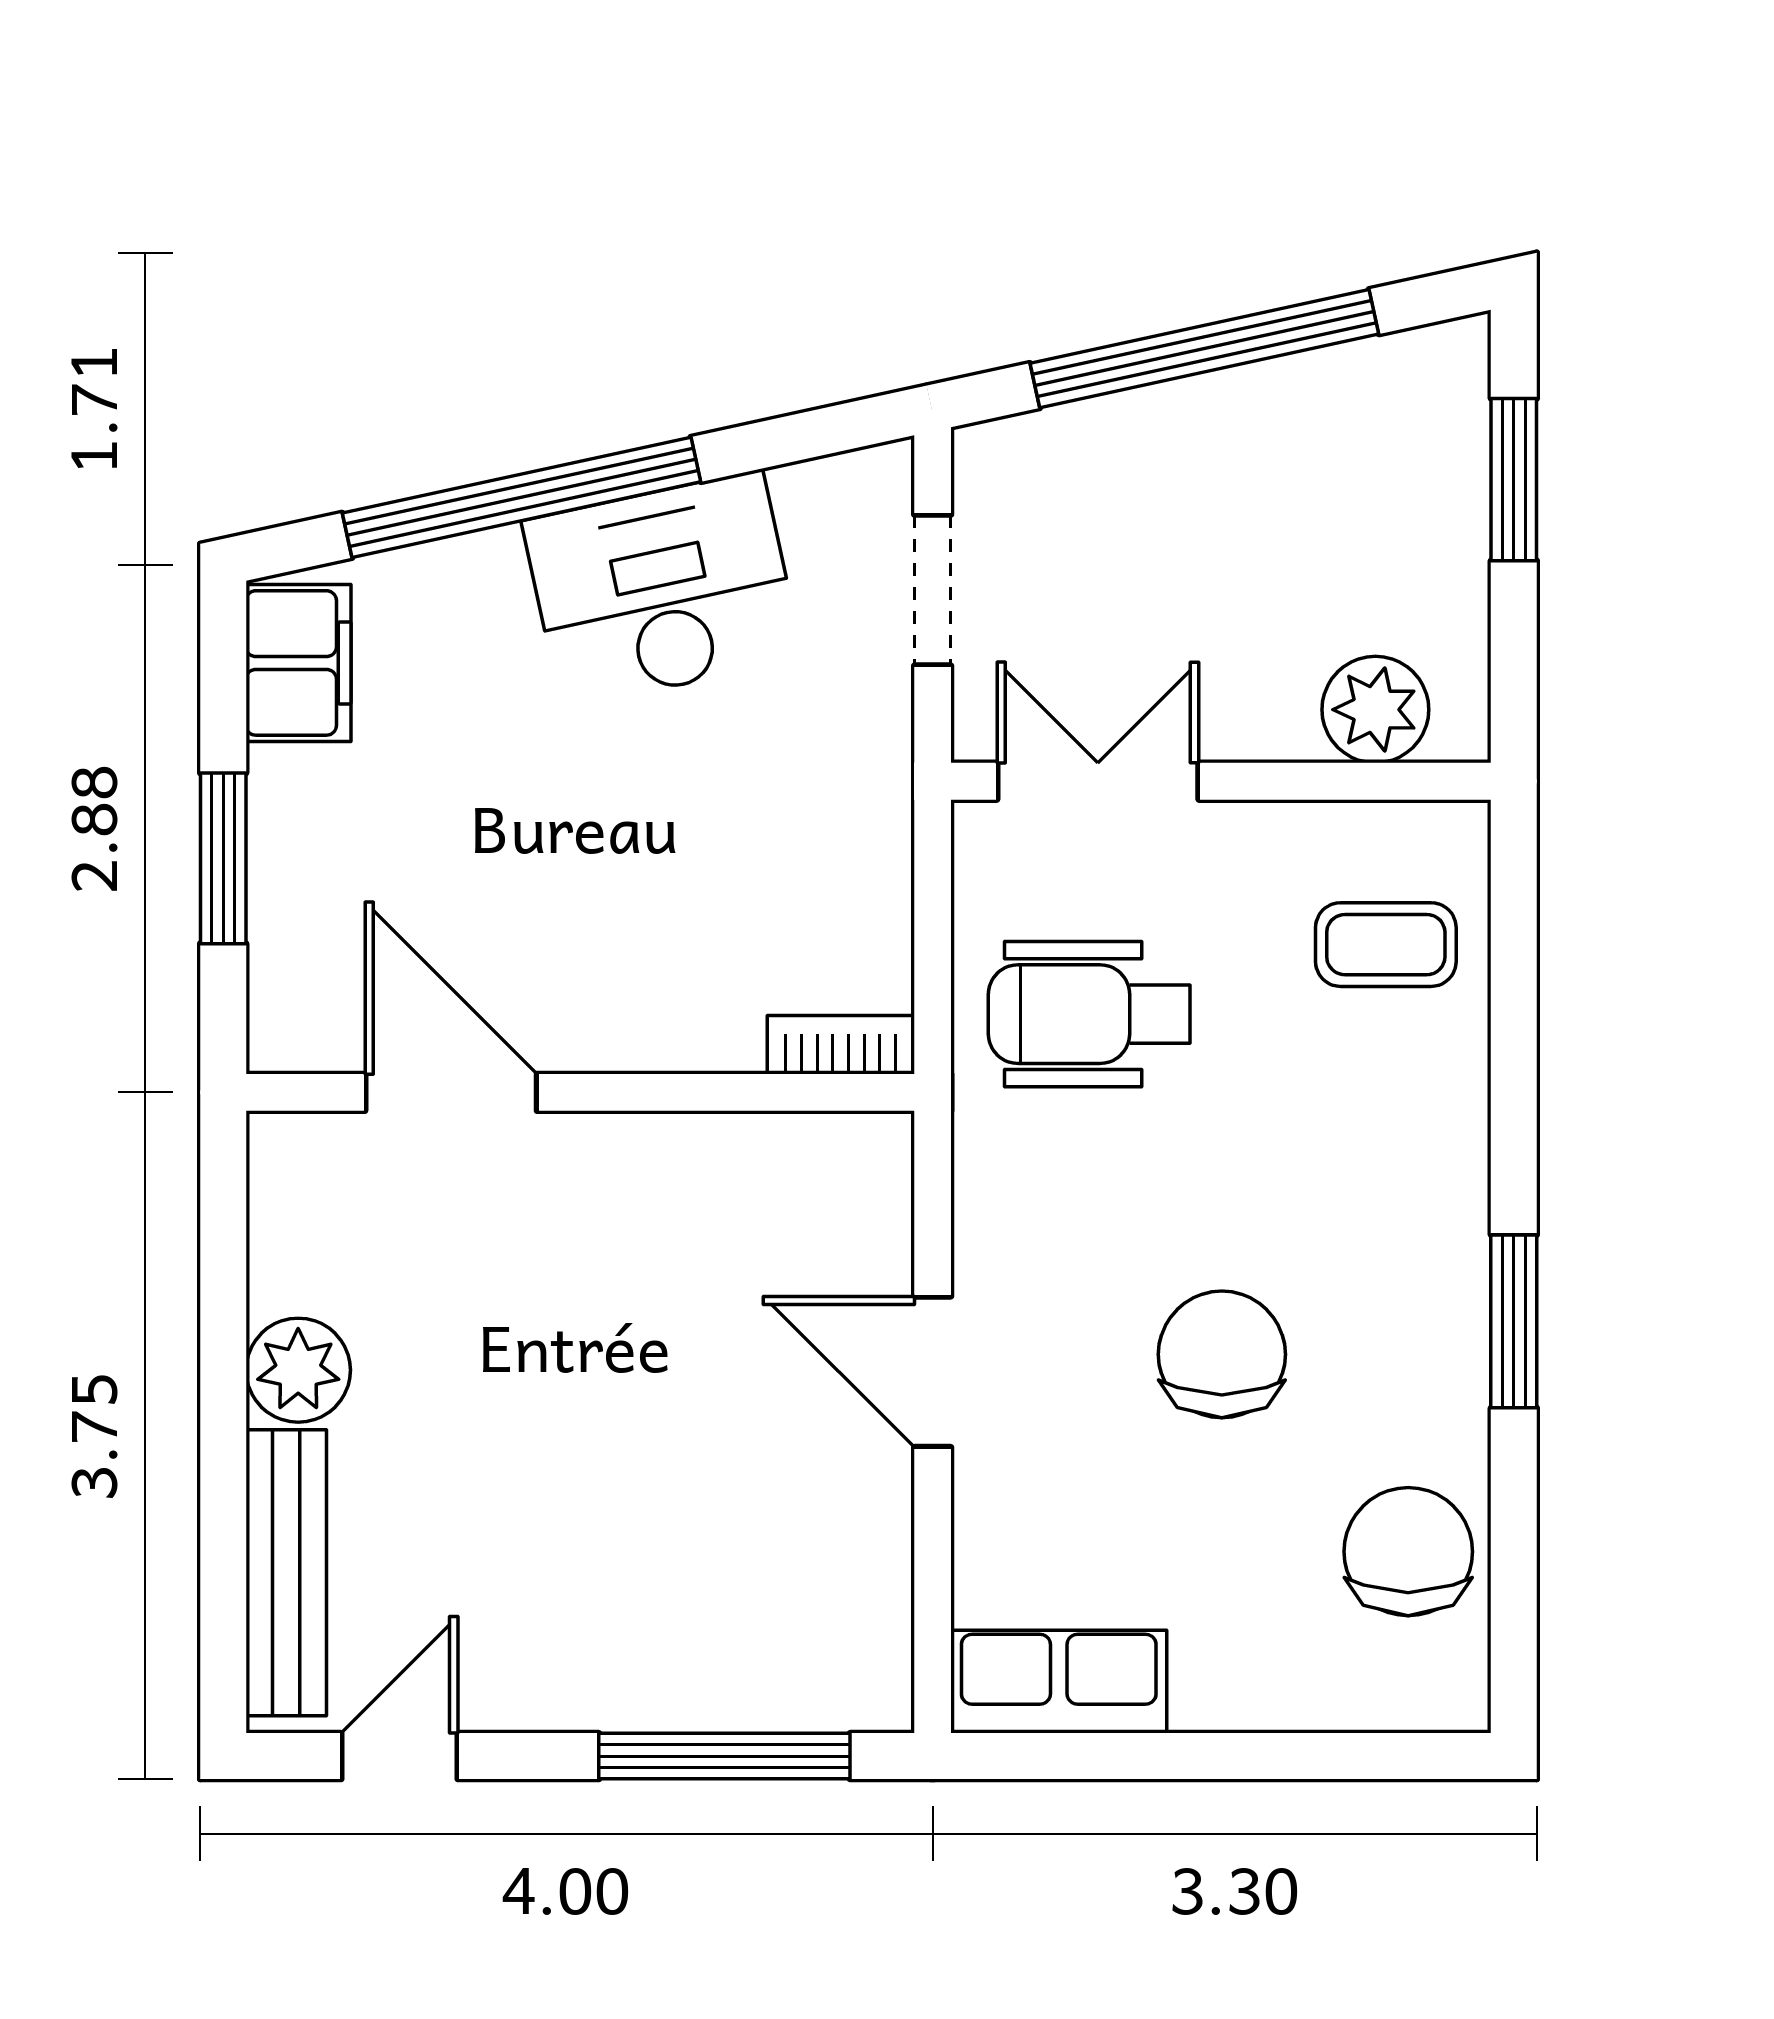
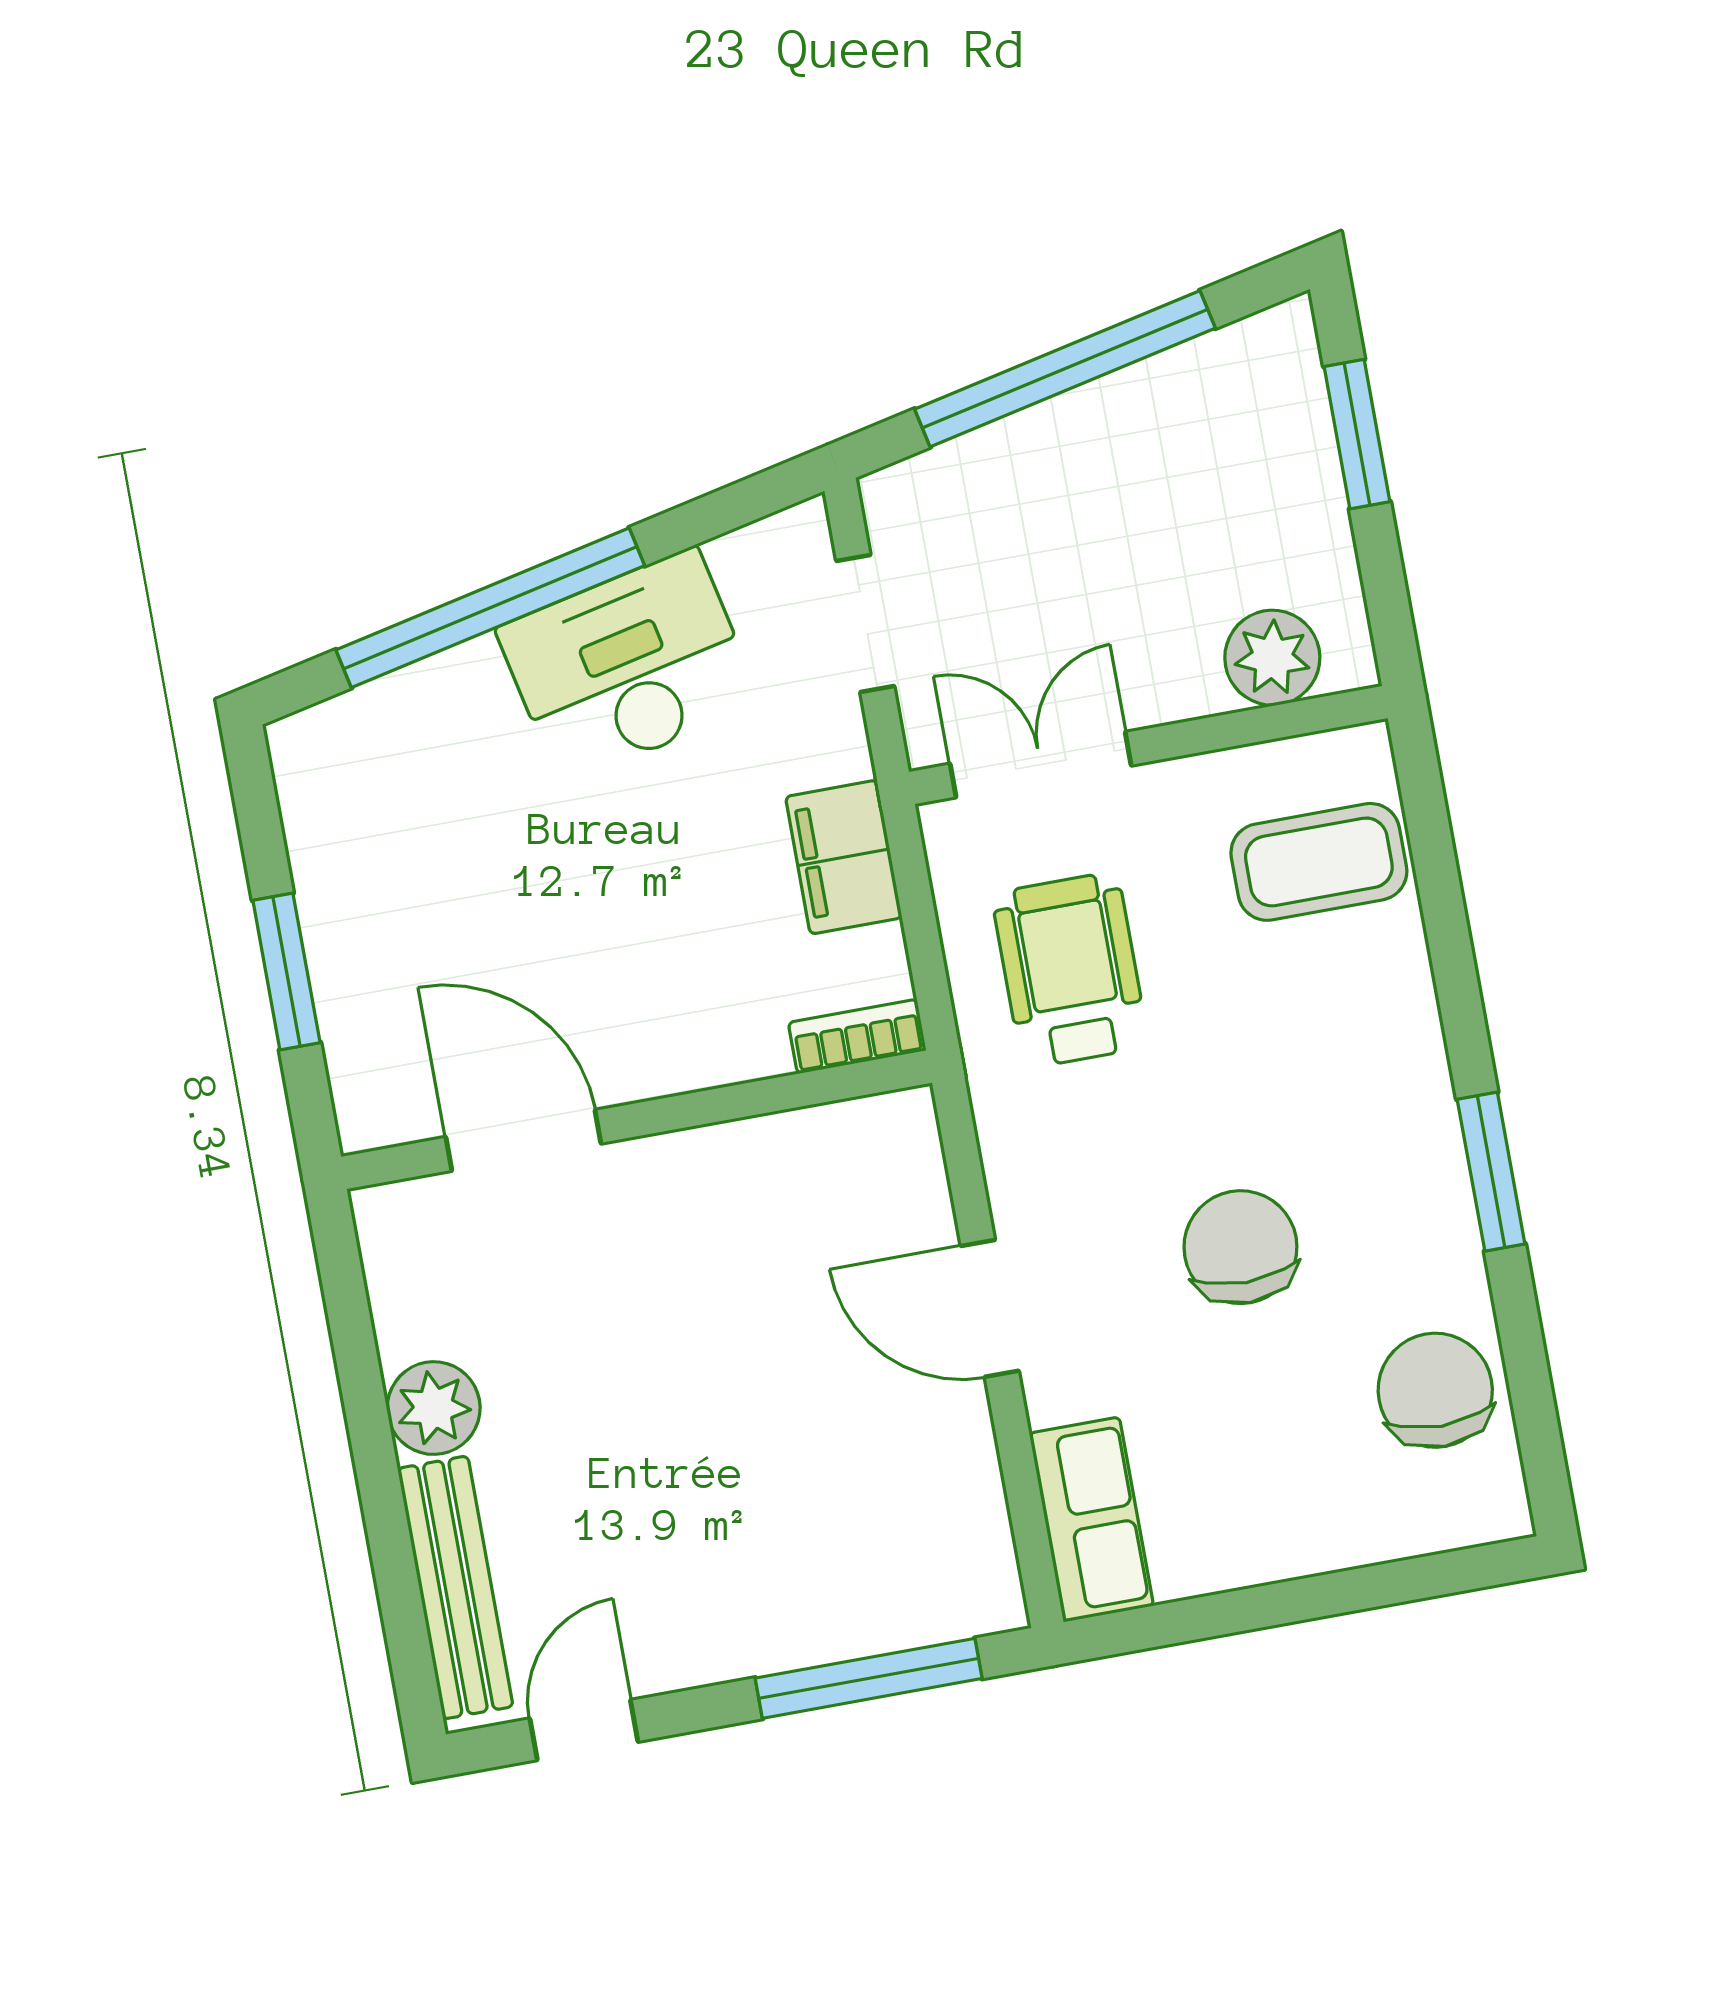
filing cabinet: (299, 663) -> (844, 857), moved, turned 180
coffee table: (1386, 945) -> (1319, 862), width x1.36, depth x1.30
wheelchair: (1089, 1014) -> (1070, 970), turned 90
row of seats: (1059, 1682) -> (1091, 1519), moved, turned 90

